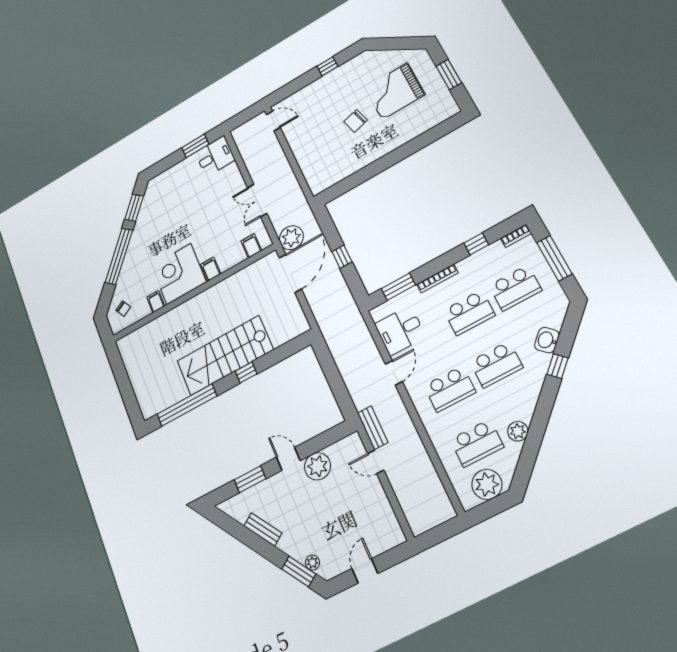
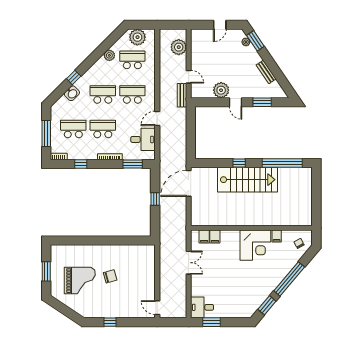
plant: (291, 238) -> (179, 47), moved
filing cabinet: (211, 269) -> (215, 237), moved
door: (290, 273) -> (189, 183), moved

